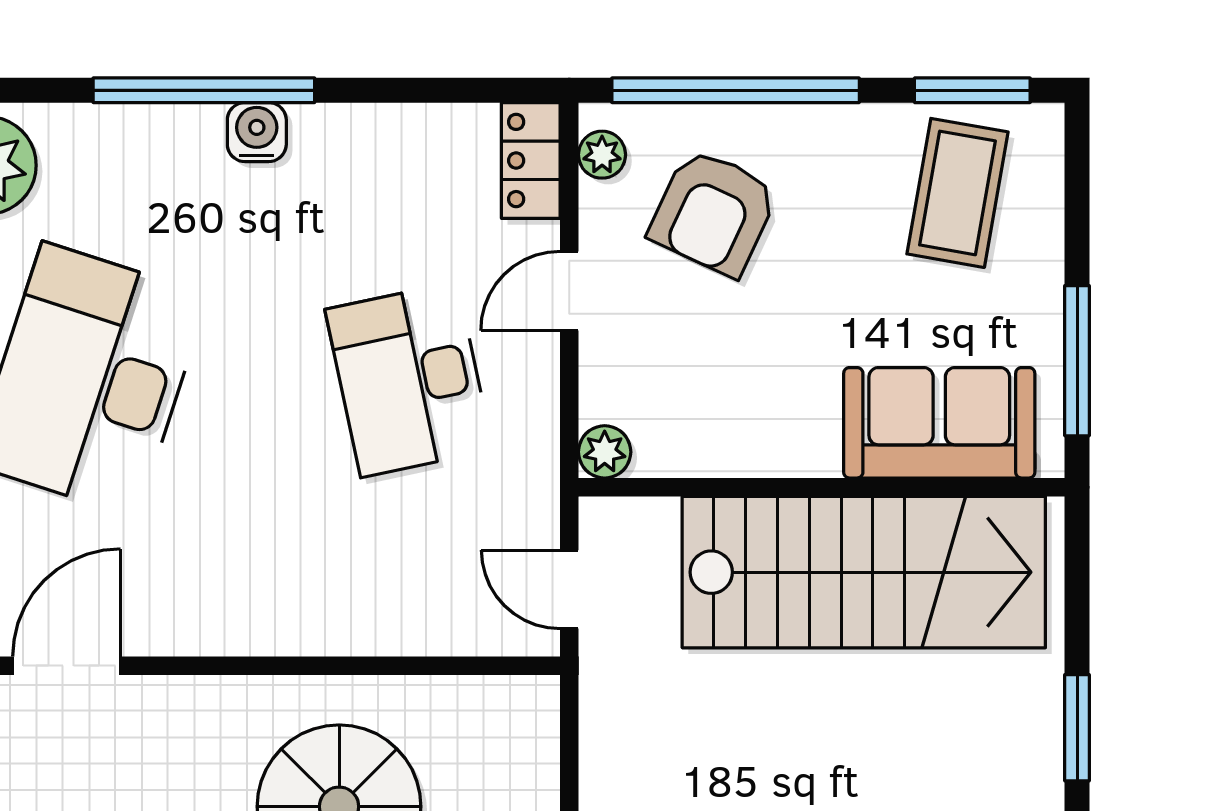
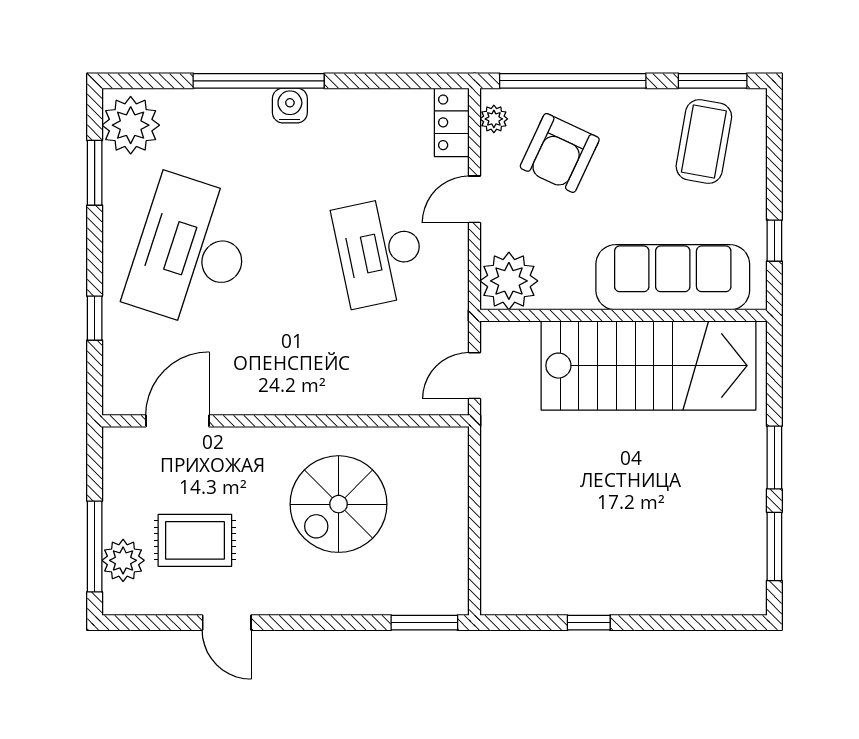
window: (1077, 361) -> (774, 241), width x0.46
sofa: (939, 423) -> (673, 277), width x1.36
plant: (605, 452) -> (509, 281), width x1.87, depth x1.87
door: (569, 589) -> (474, 376), hinge flipped

